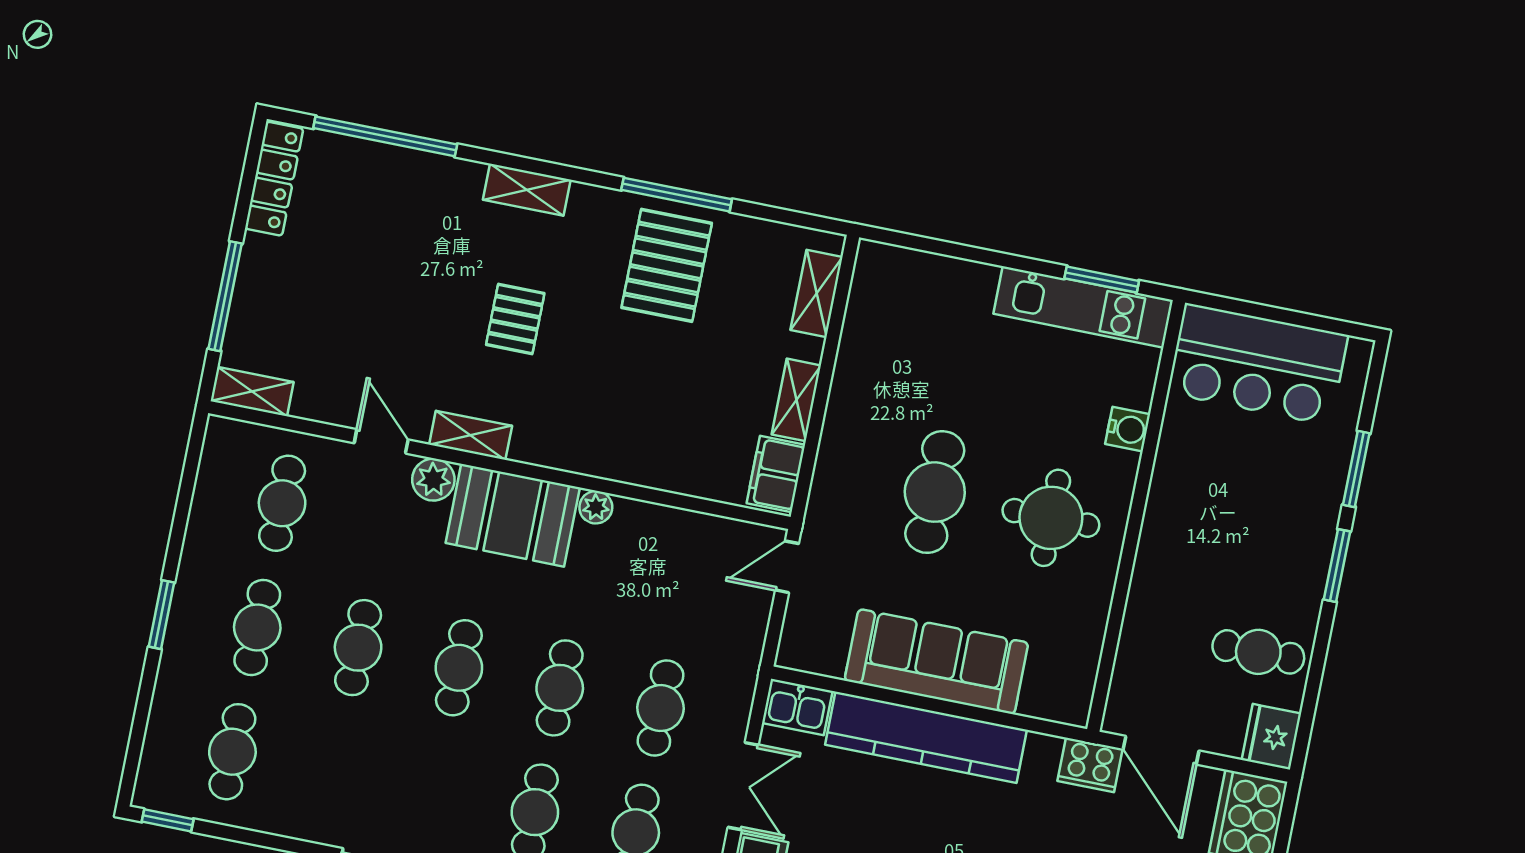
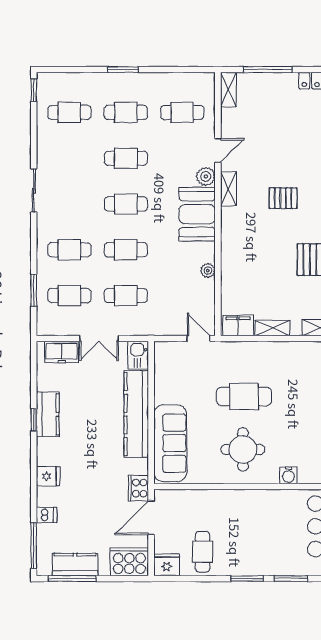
plant: (596, 507) -> (208, 271), moved
sofa: (936, 662) -> (170, 443), moved

